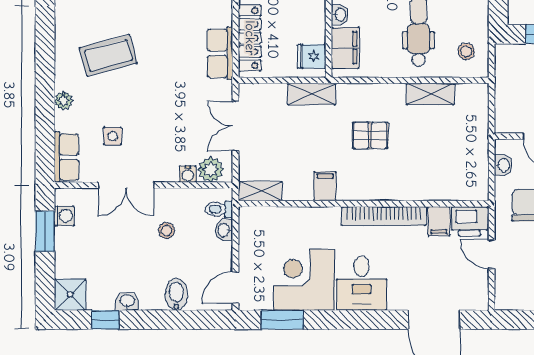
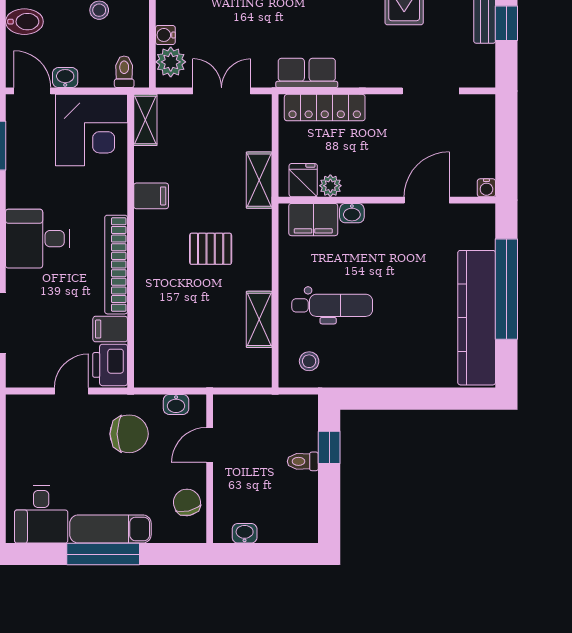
plant: (316, 33) -> (330, 186), added
pallet: (370, 135) -> (211, 249), turned 90
washbasin: (224, 230) -> (65, 78), moved
corner desk: (304, 280) -> (91, 130), moved, turned 90

